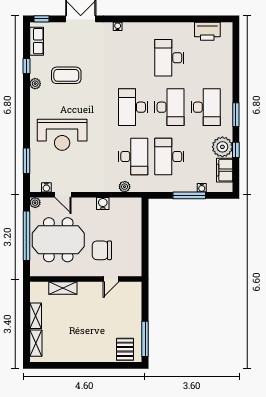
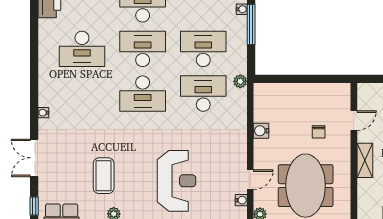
desk: (169, 157) -> (203, 49), turned 180
plant: (125, 187) -> (240, 81), moved
chair: (102, 250) -> (319, 132), width x0.54, depth x0.54
door: (111, 279) -> (354, 121), hinge flipped
shelving: (63, 288) -> (365, 160), moved

